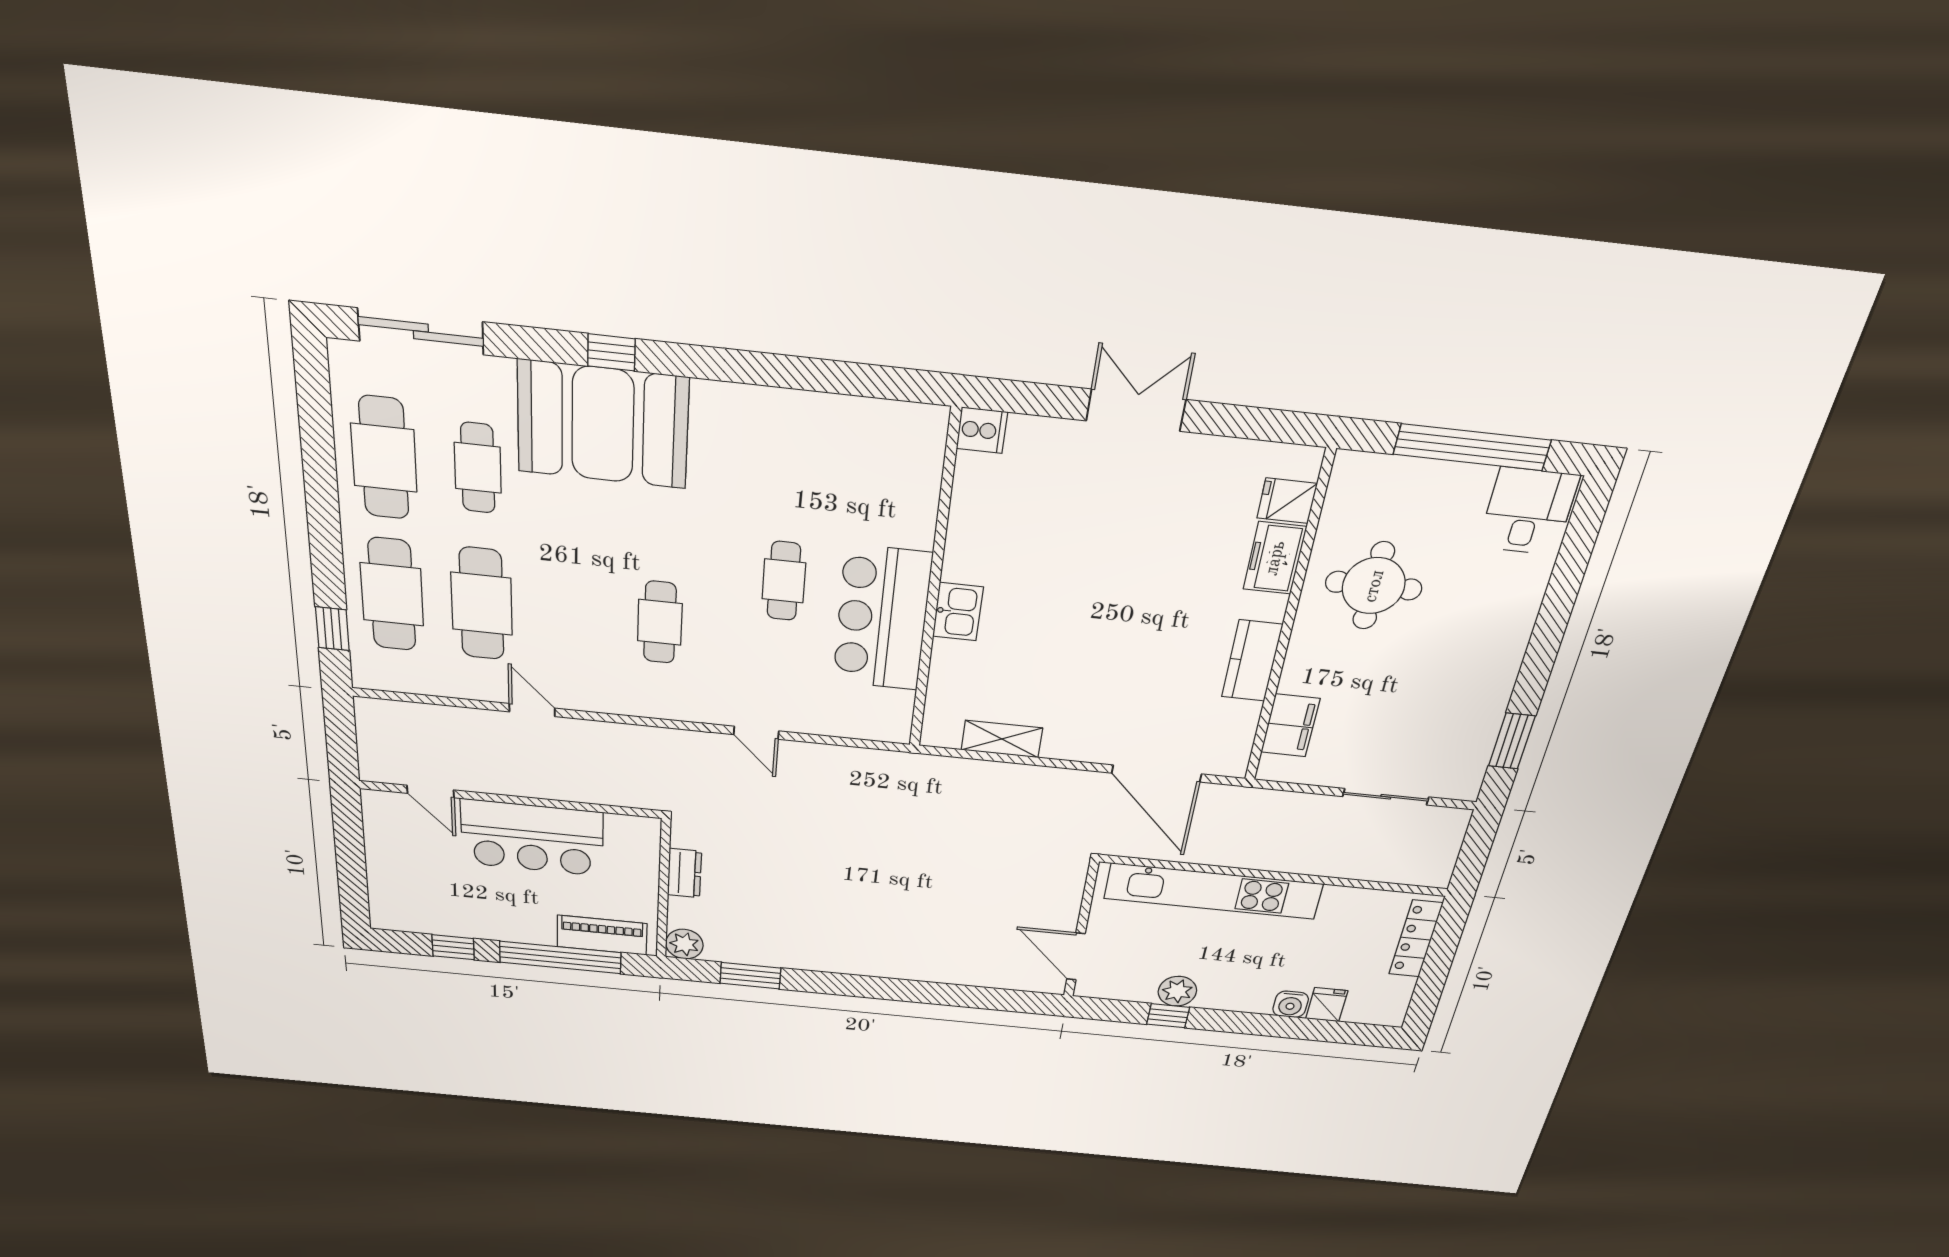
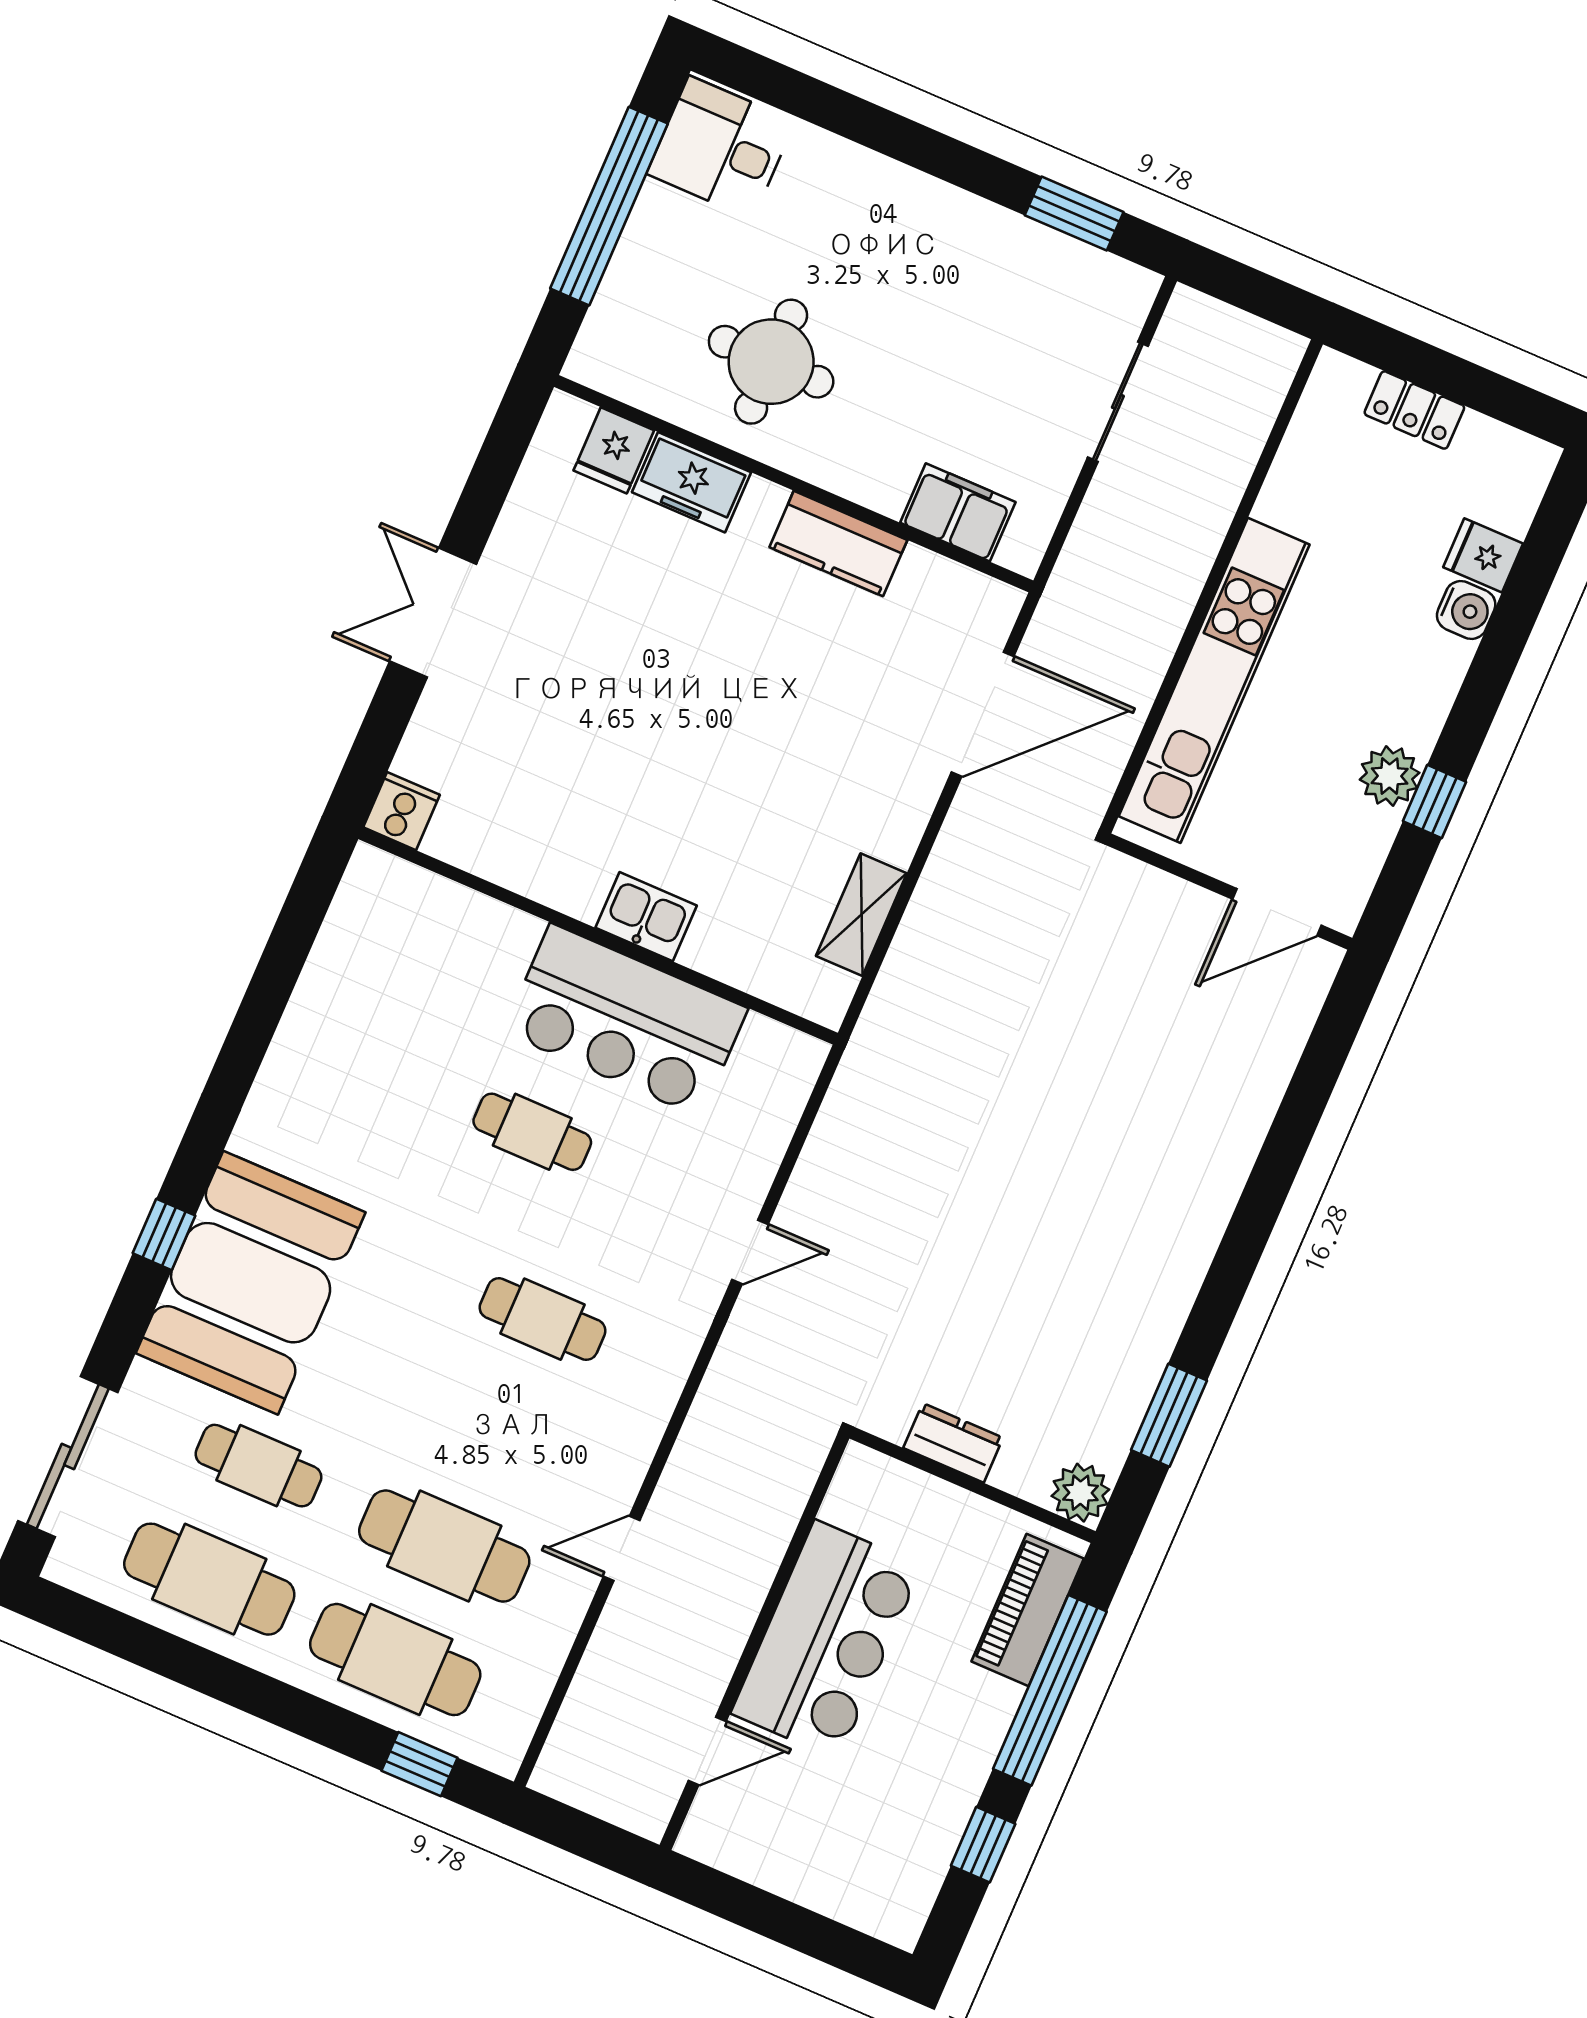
locker: (1416, 939) -> (1414, 410), width x0.66

